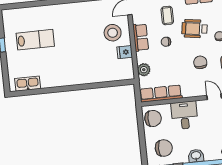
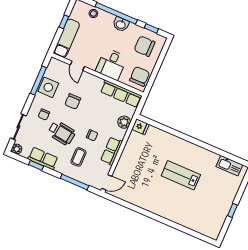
stool: (113, 33) -> (133, 168), removed
lab bench: (35, 40) -> (181, 175), moved
fridge: (125, 52) -> (140, 127), moved
chair: (153, 118) -> (140, 76), turned 90

